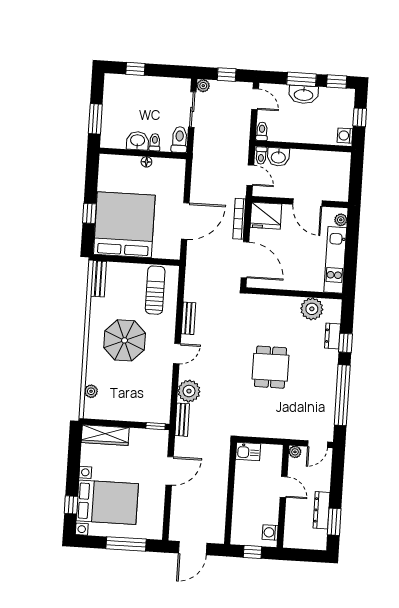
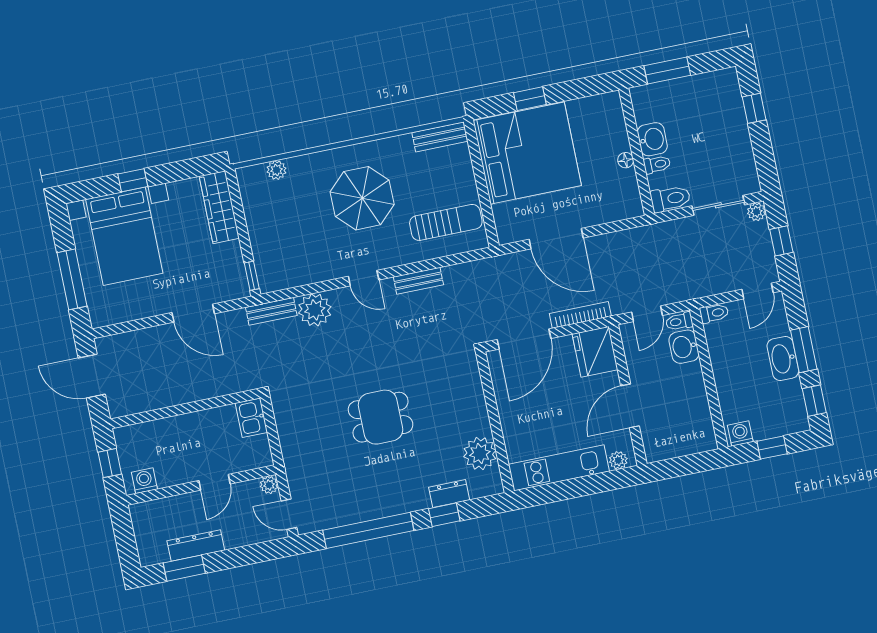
window: (71, 505) -> (133, 180), moved

